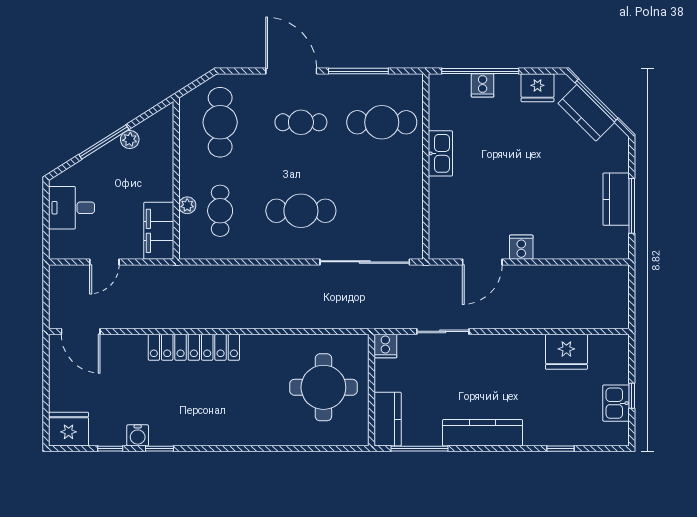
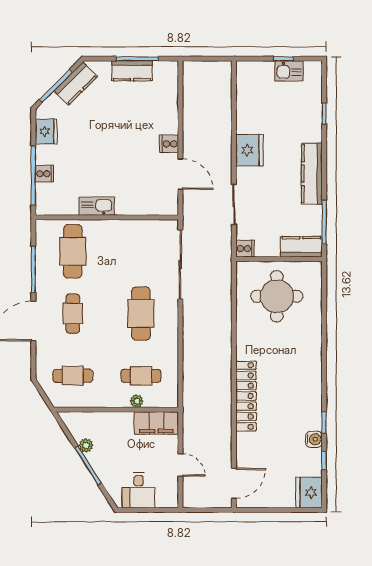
kitchen counter: (586, 113) -> (76, 84), moved
cafe table: (220, 122) -> (73, 376), width x0.73, depth x0.74
fridge: (566, 352) -> (249, 150), moved

